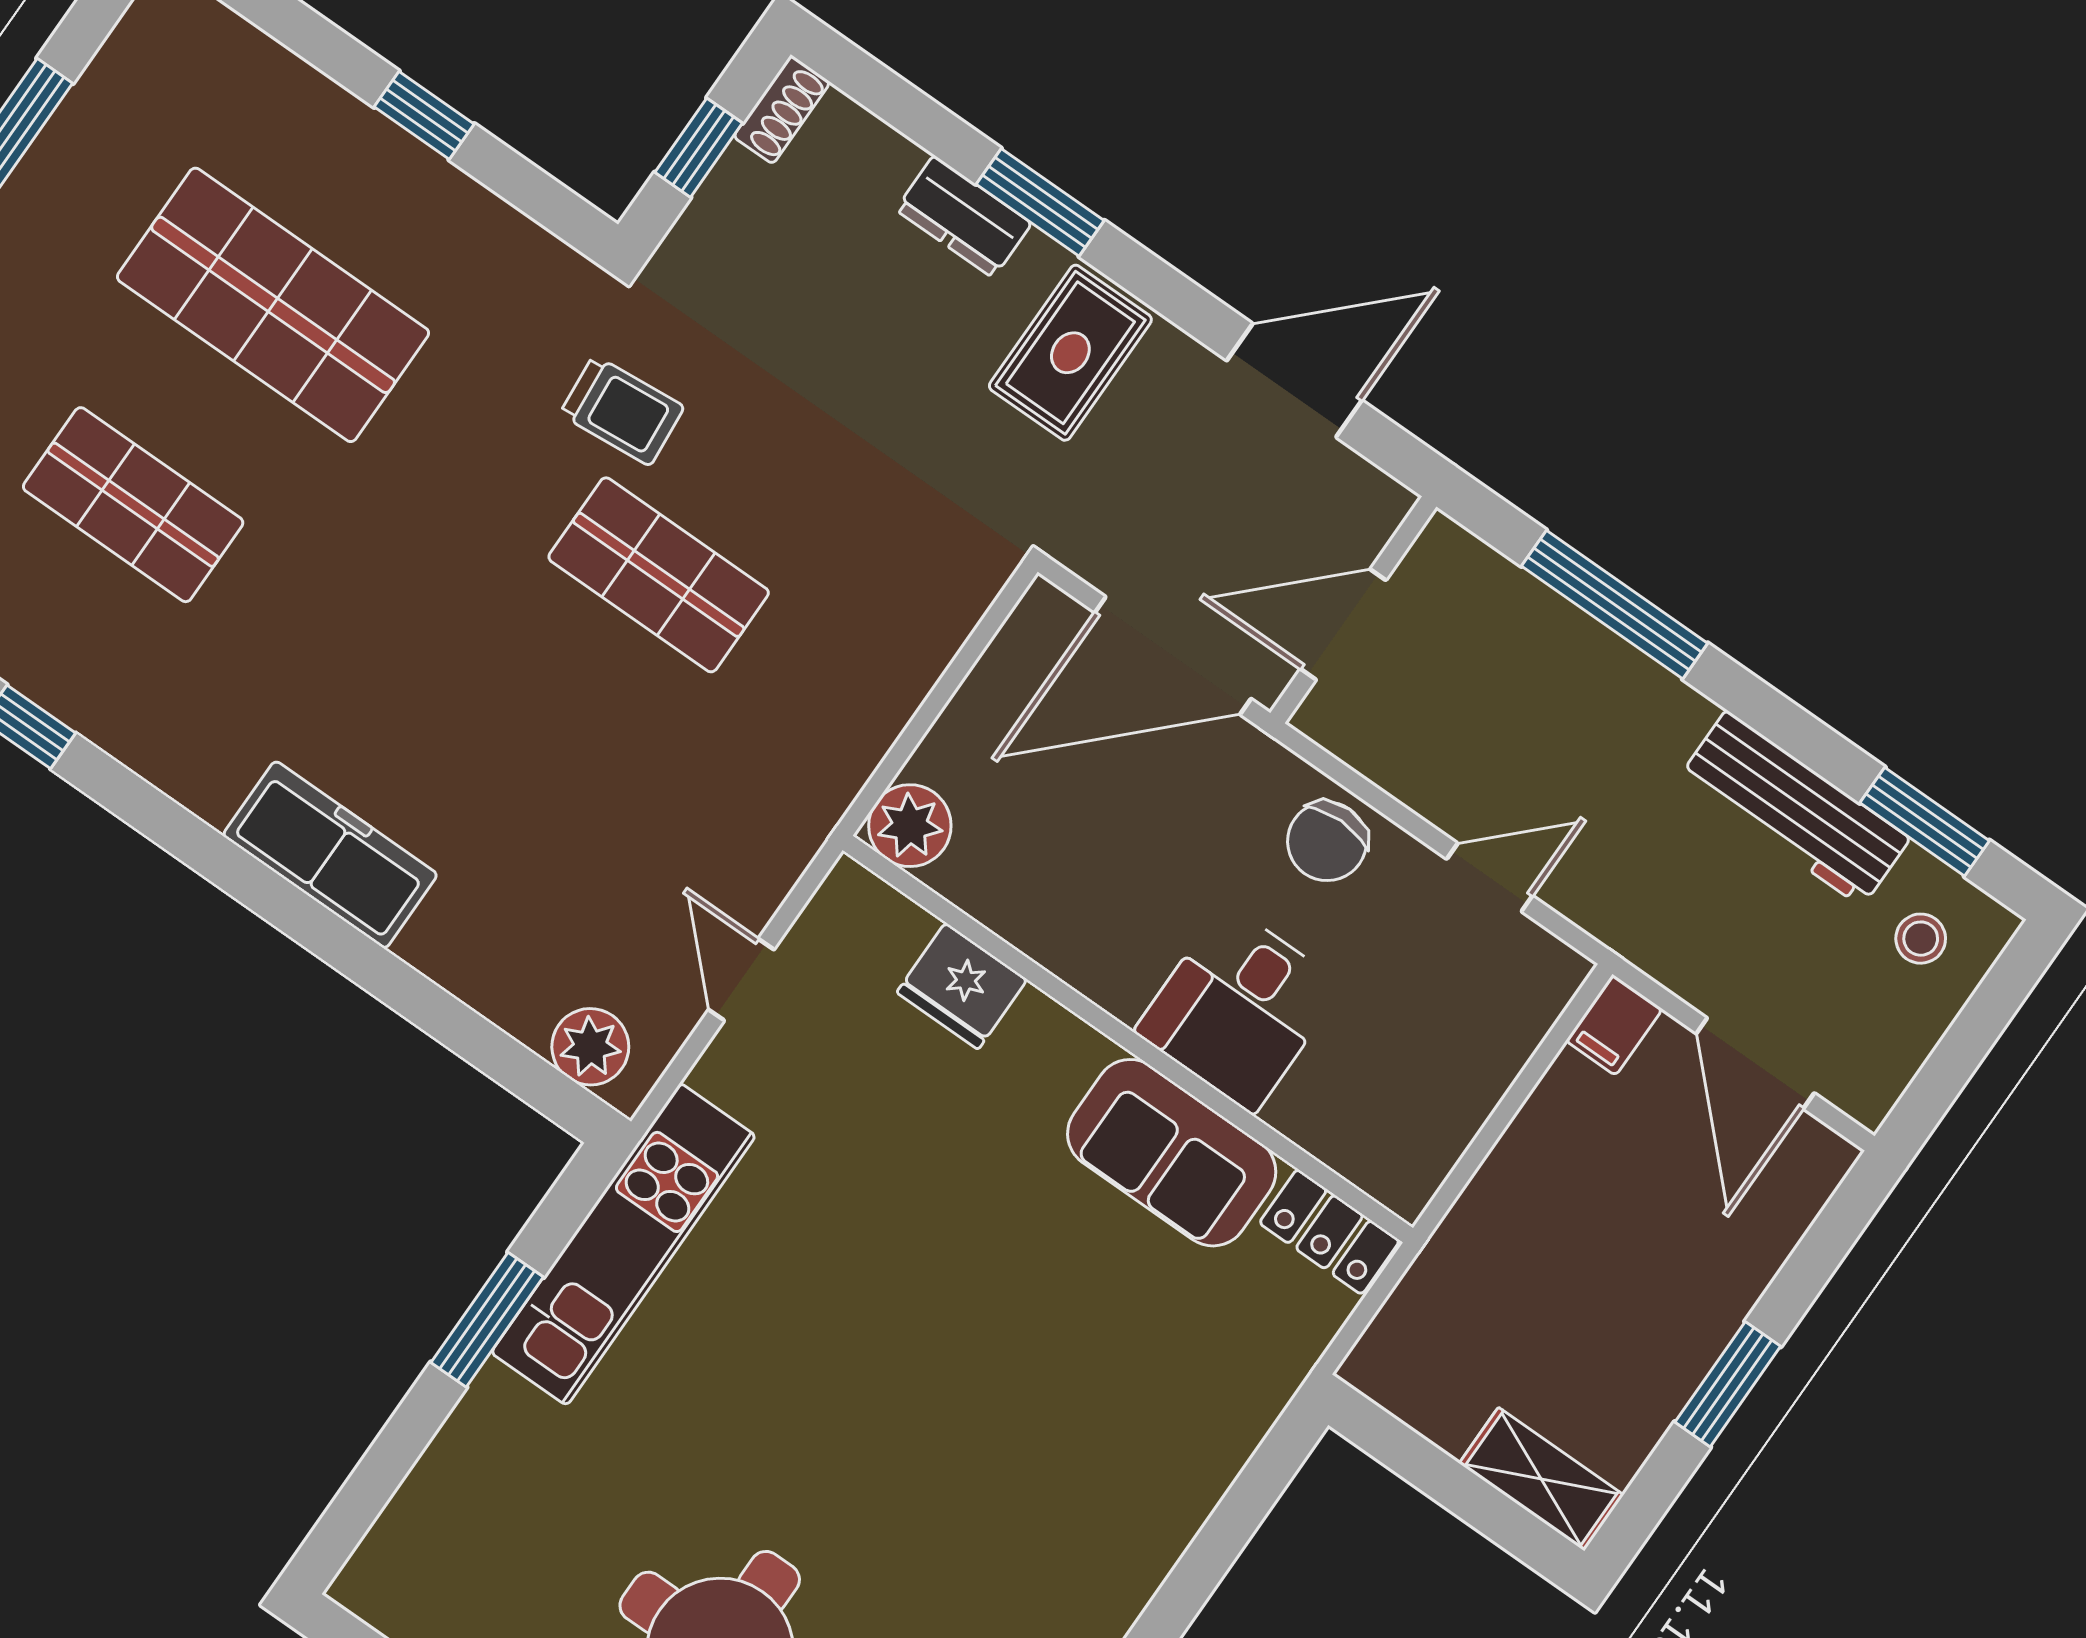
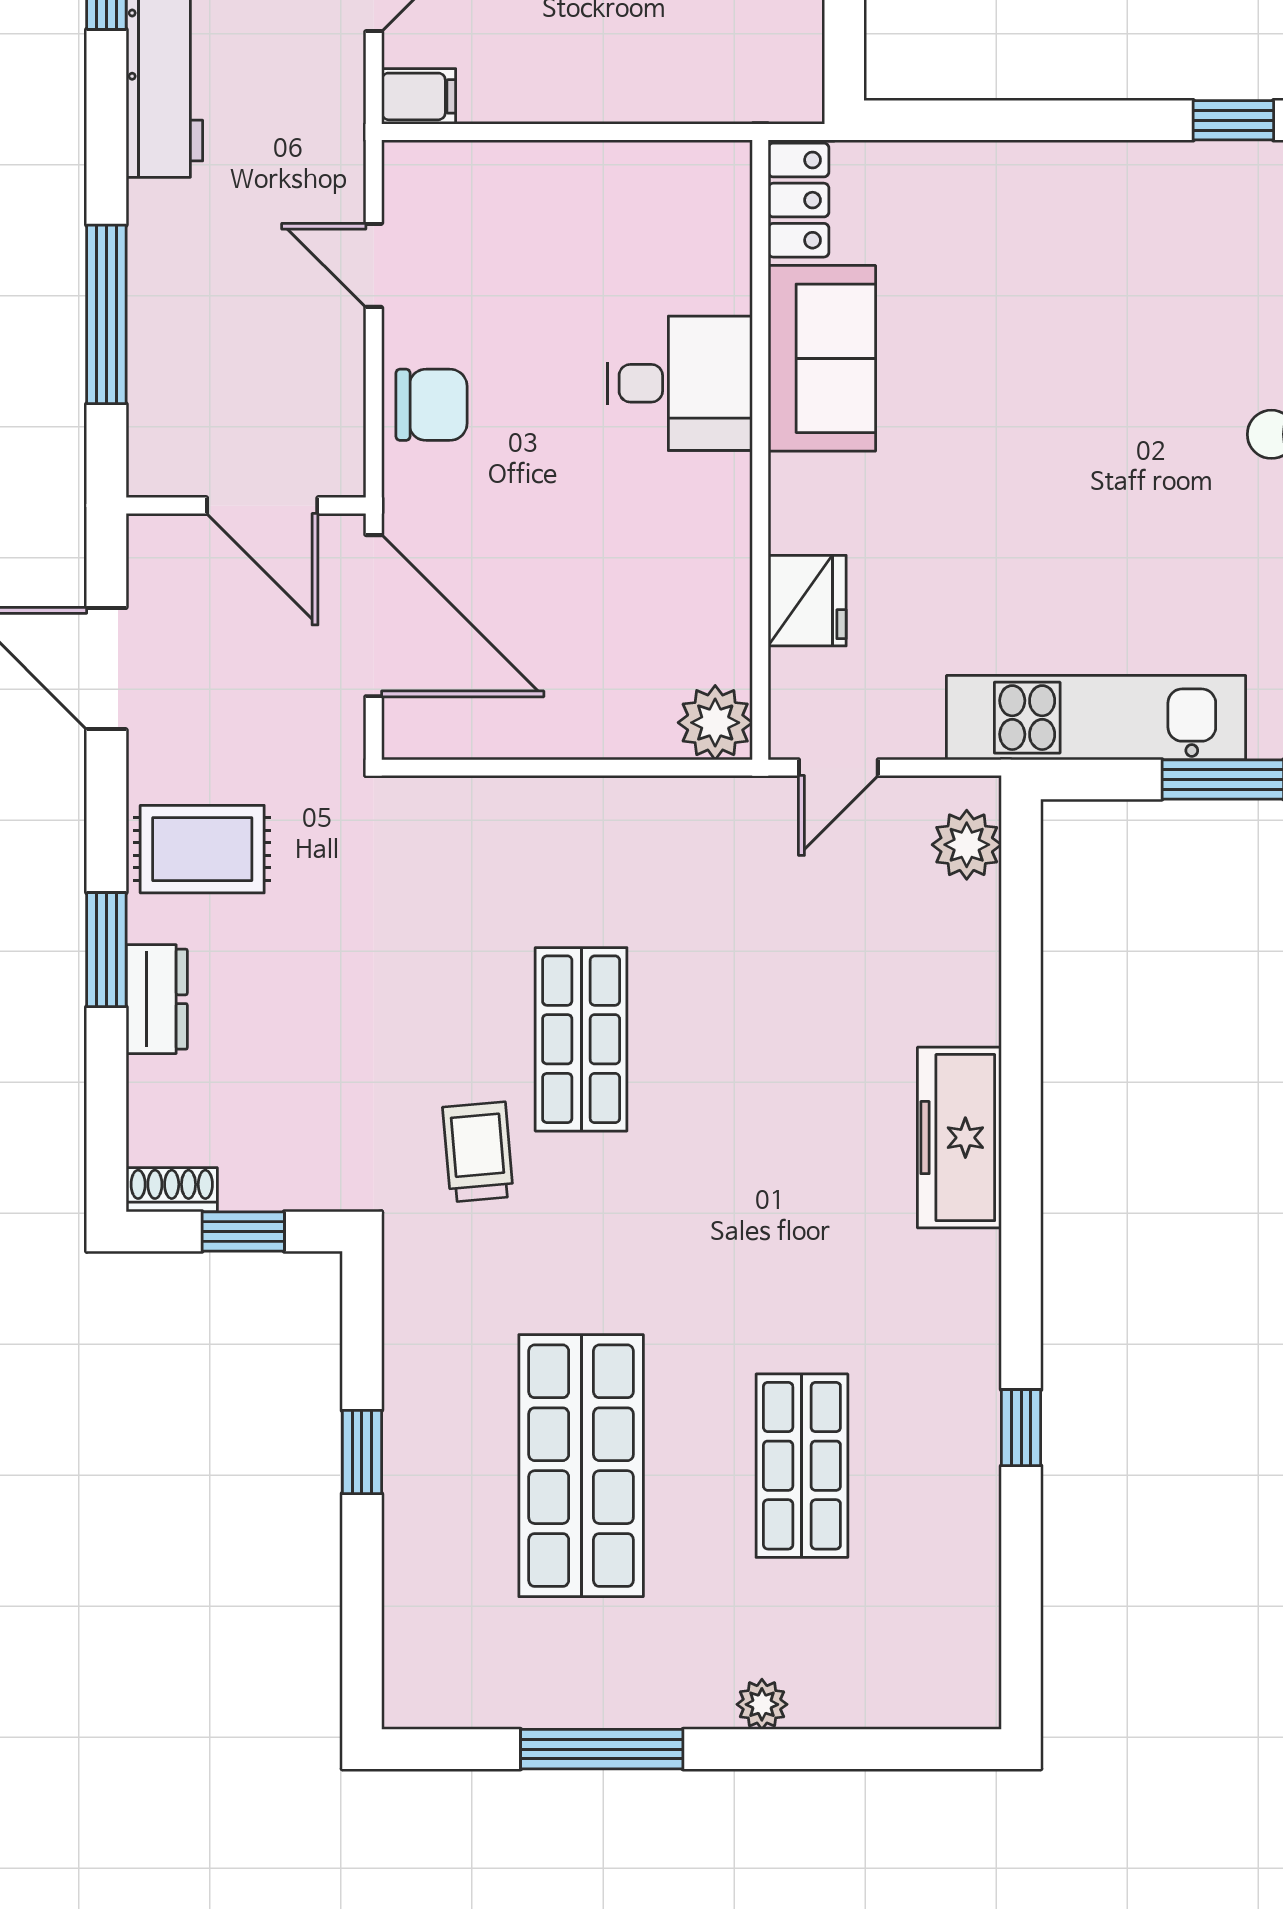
plant: (910, 826) -> (715, 723), moved
fridge: (962, 986) -> (807, 601), moved
desk: (1239, 1009) -> (680, 383), moved
wall: (1128, 1039) -> (760, 450), moved
sofa: (1172, 1153) -> (822, 358), moved
locker: (1329, 1232) -> (799, 200), moved

